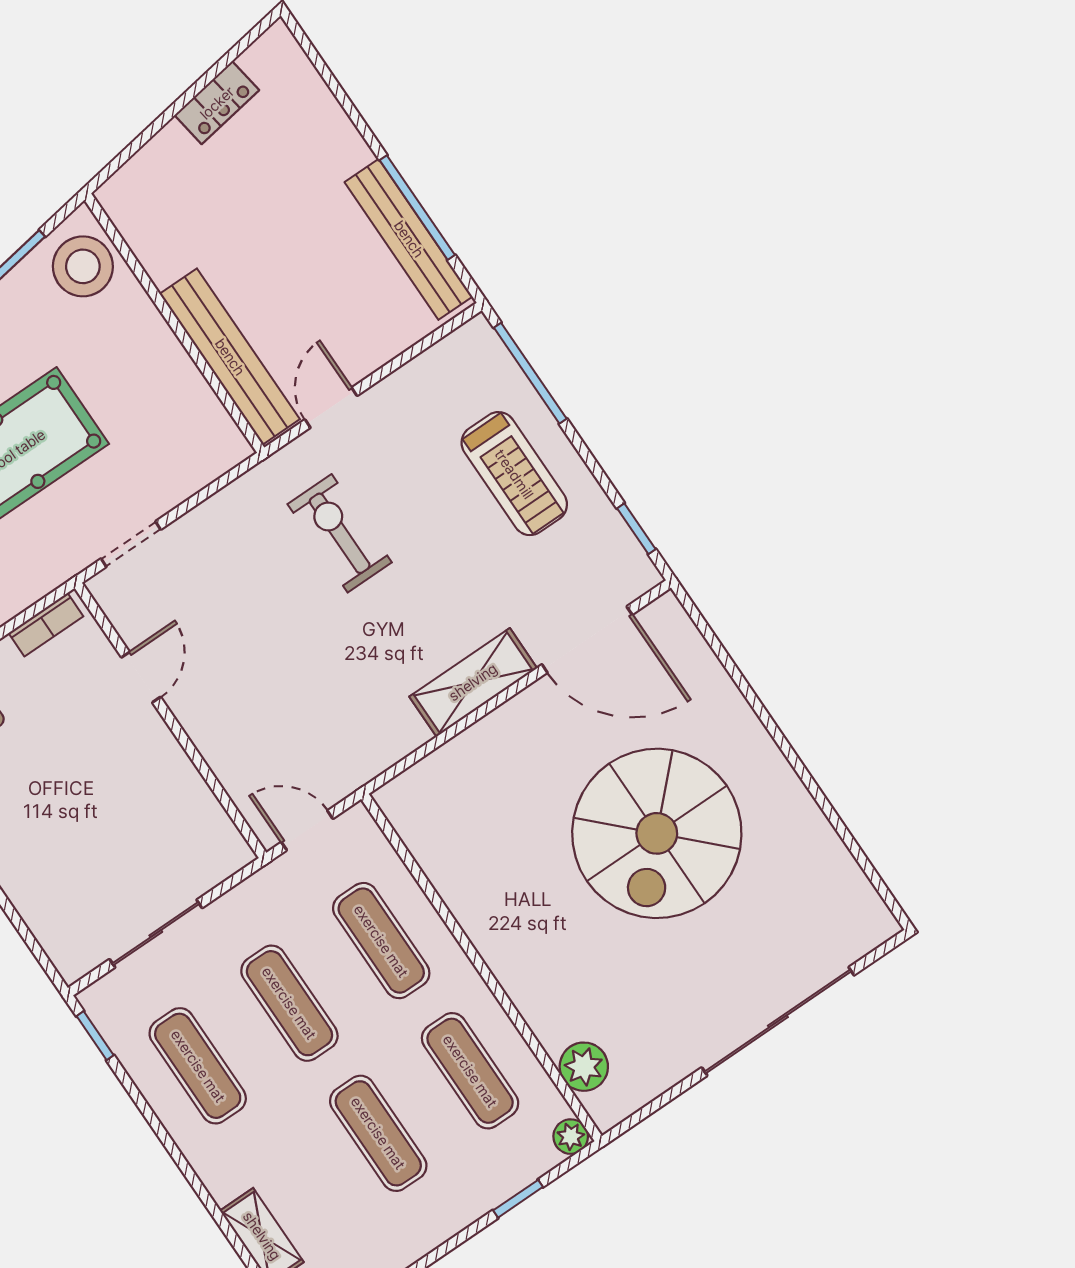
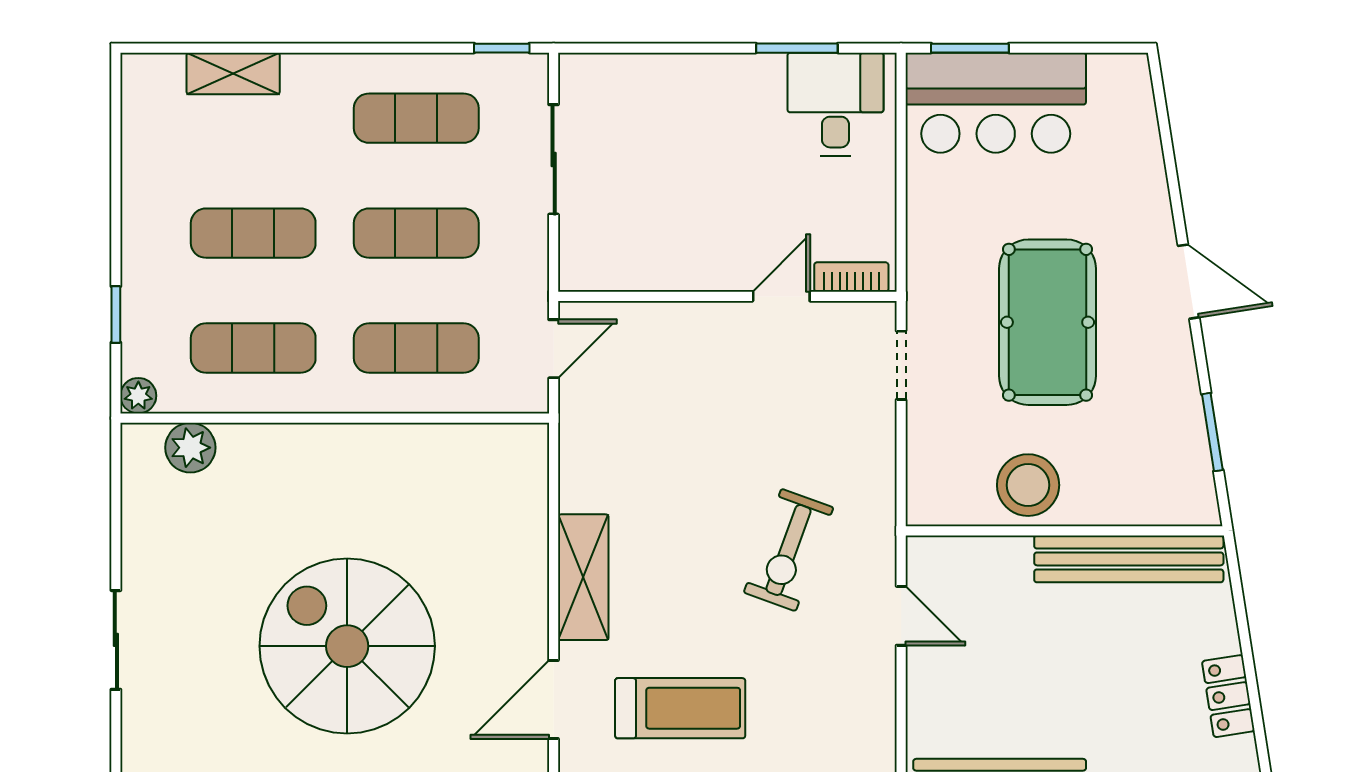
stool: (83, 266) -> (1028, 485), moved
bench: (230, 357) -> (1129, 559), moved
treadmill: (514, 474) -> (680, 708), moved, turned 180
exercise bike: (340, 533) -> (789, 550), turned 110
bookcase: (46, 625) -> (851, 277), moved, turned 90
door: (587, 639) -> (554, 700), width x0.73
door: (141, 677) -> (781, 296), swing flipped
sliding door: (778, 1021) -> (116, 640), width x0.54

